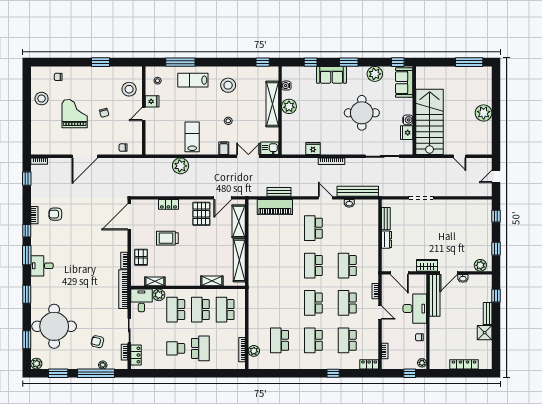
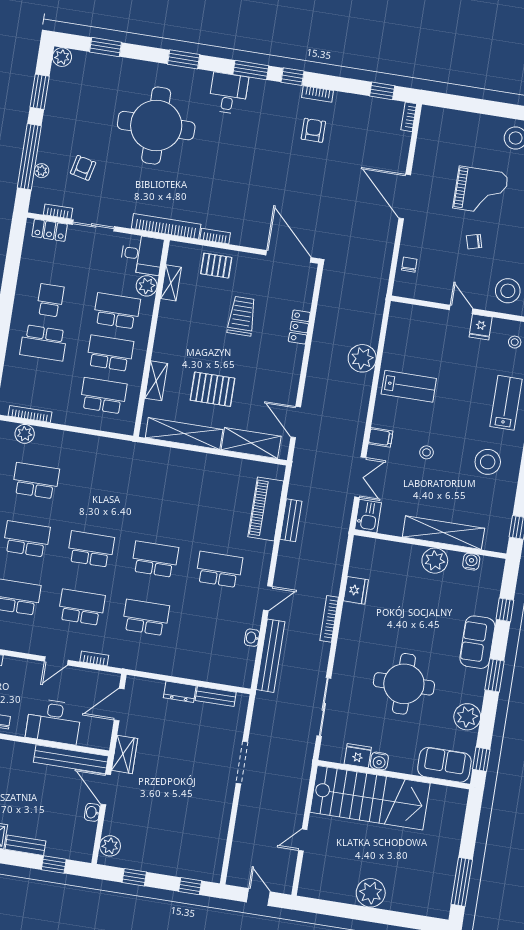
pallet: (201, 214) -> (213, 389), moved
round table: (54, 326) -> (156, 126), moved

